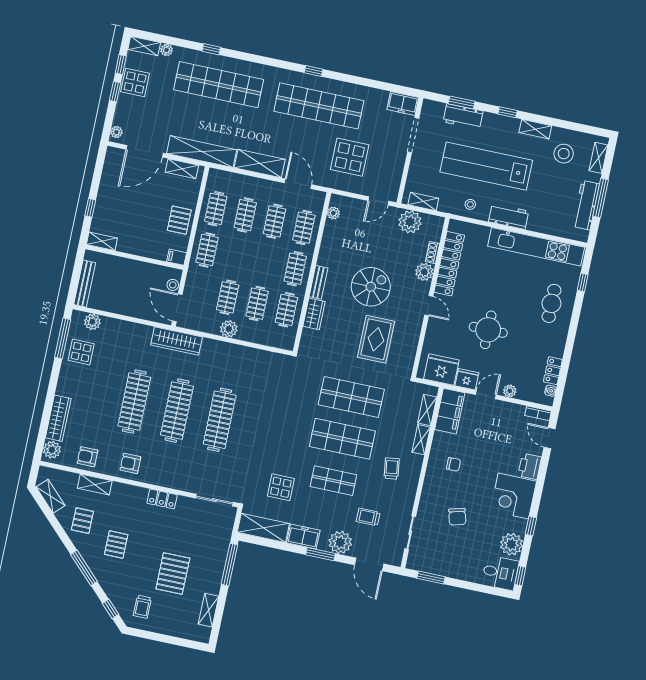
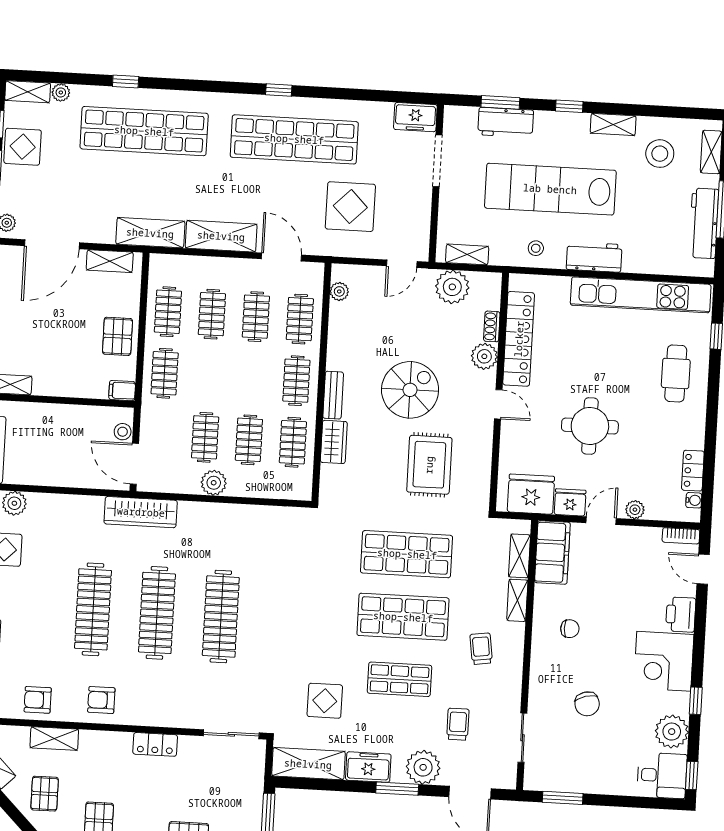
shelving: (202, 152) -> (150, 233), width x0.68
trolley: (368, 517) -> (458, 724), turned 90

